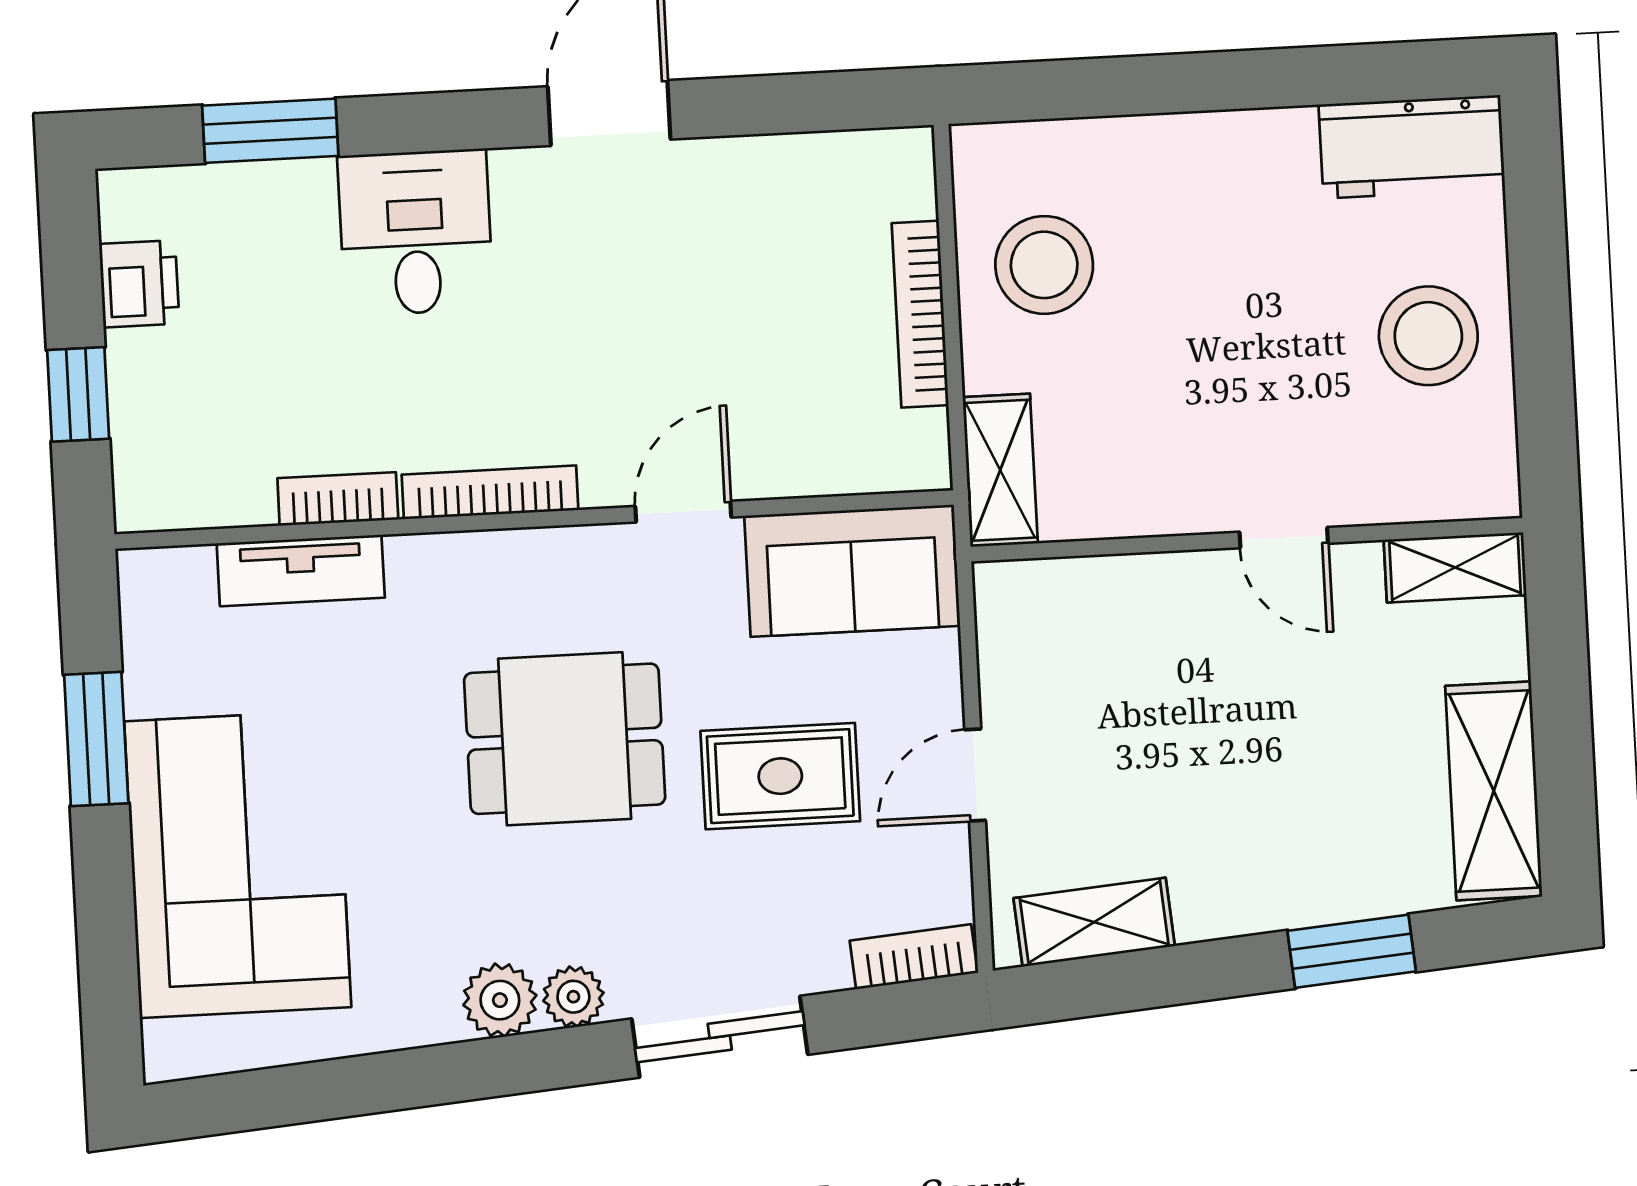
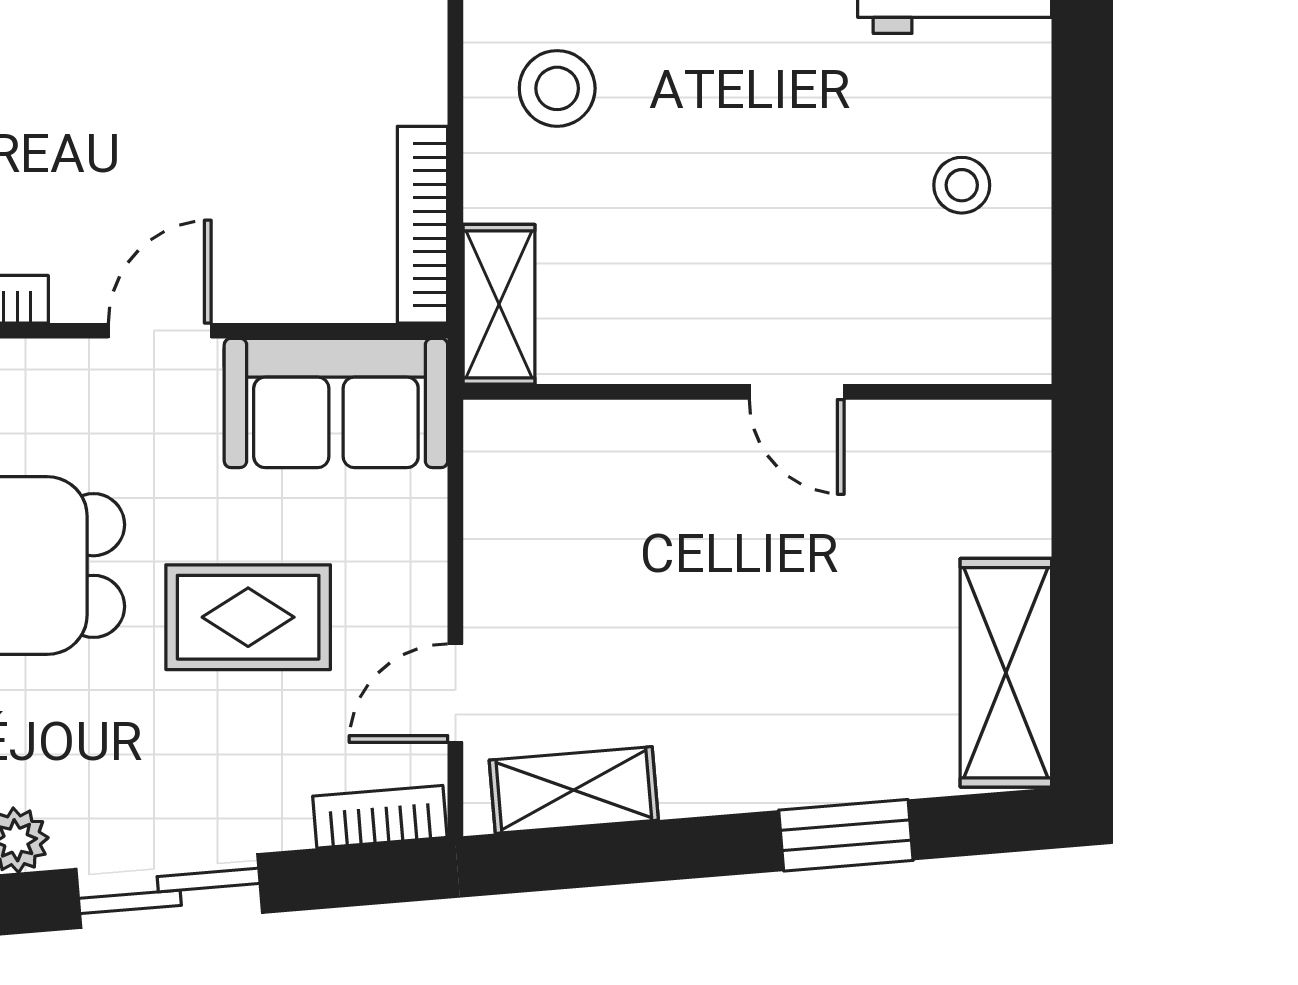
stool: (1044, 265) -> (557, 88), width x0.73, depth x0.73
bookcase: (920, 314) -> (423, 225), moved
stool: (1428, 336) -> (962, 185), width x0.53, depth x0.53
shelving: (1455, 567) -> (977, 433), removed
door: (975, 775) -> (455, 693), moved

